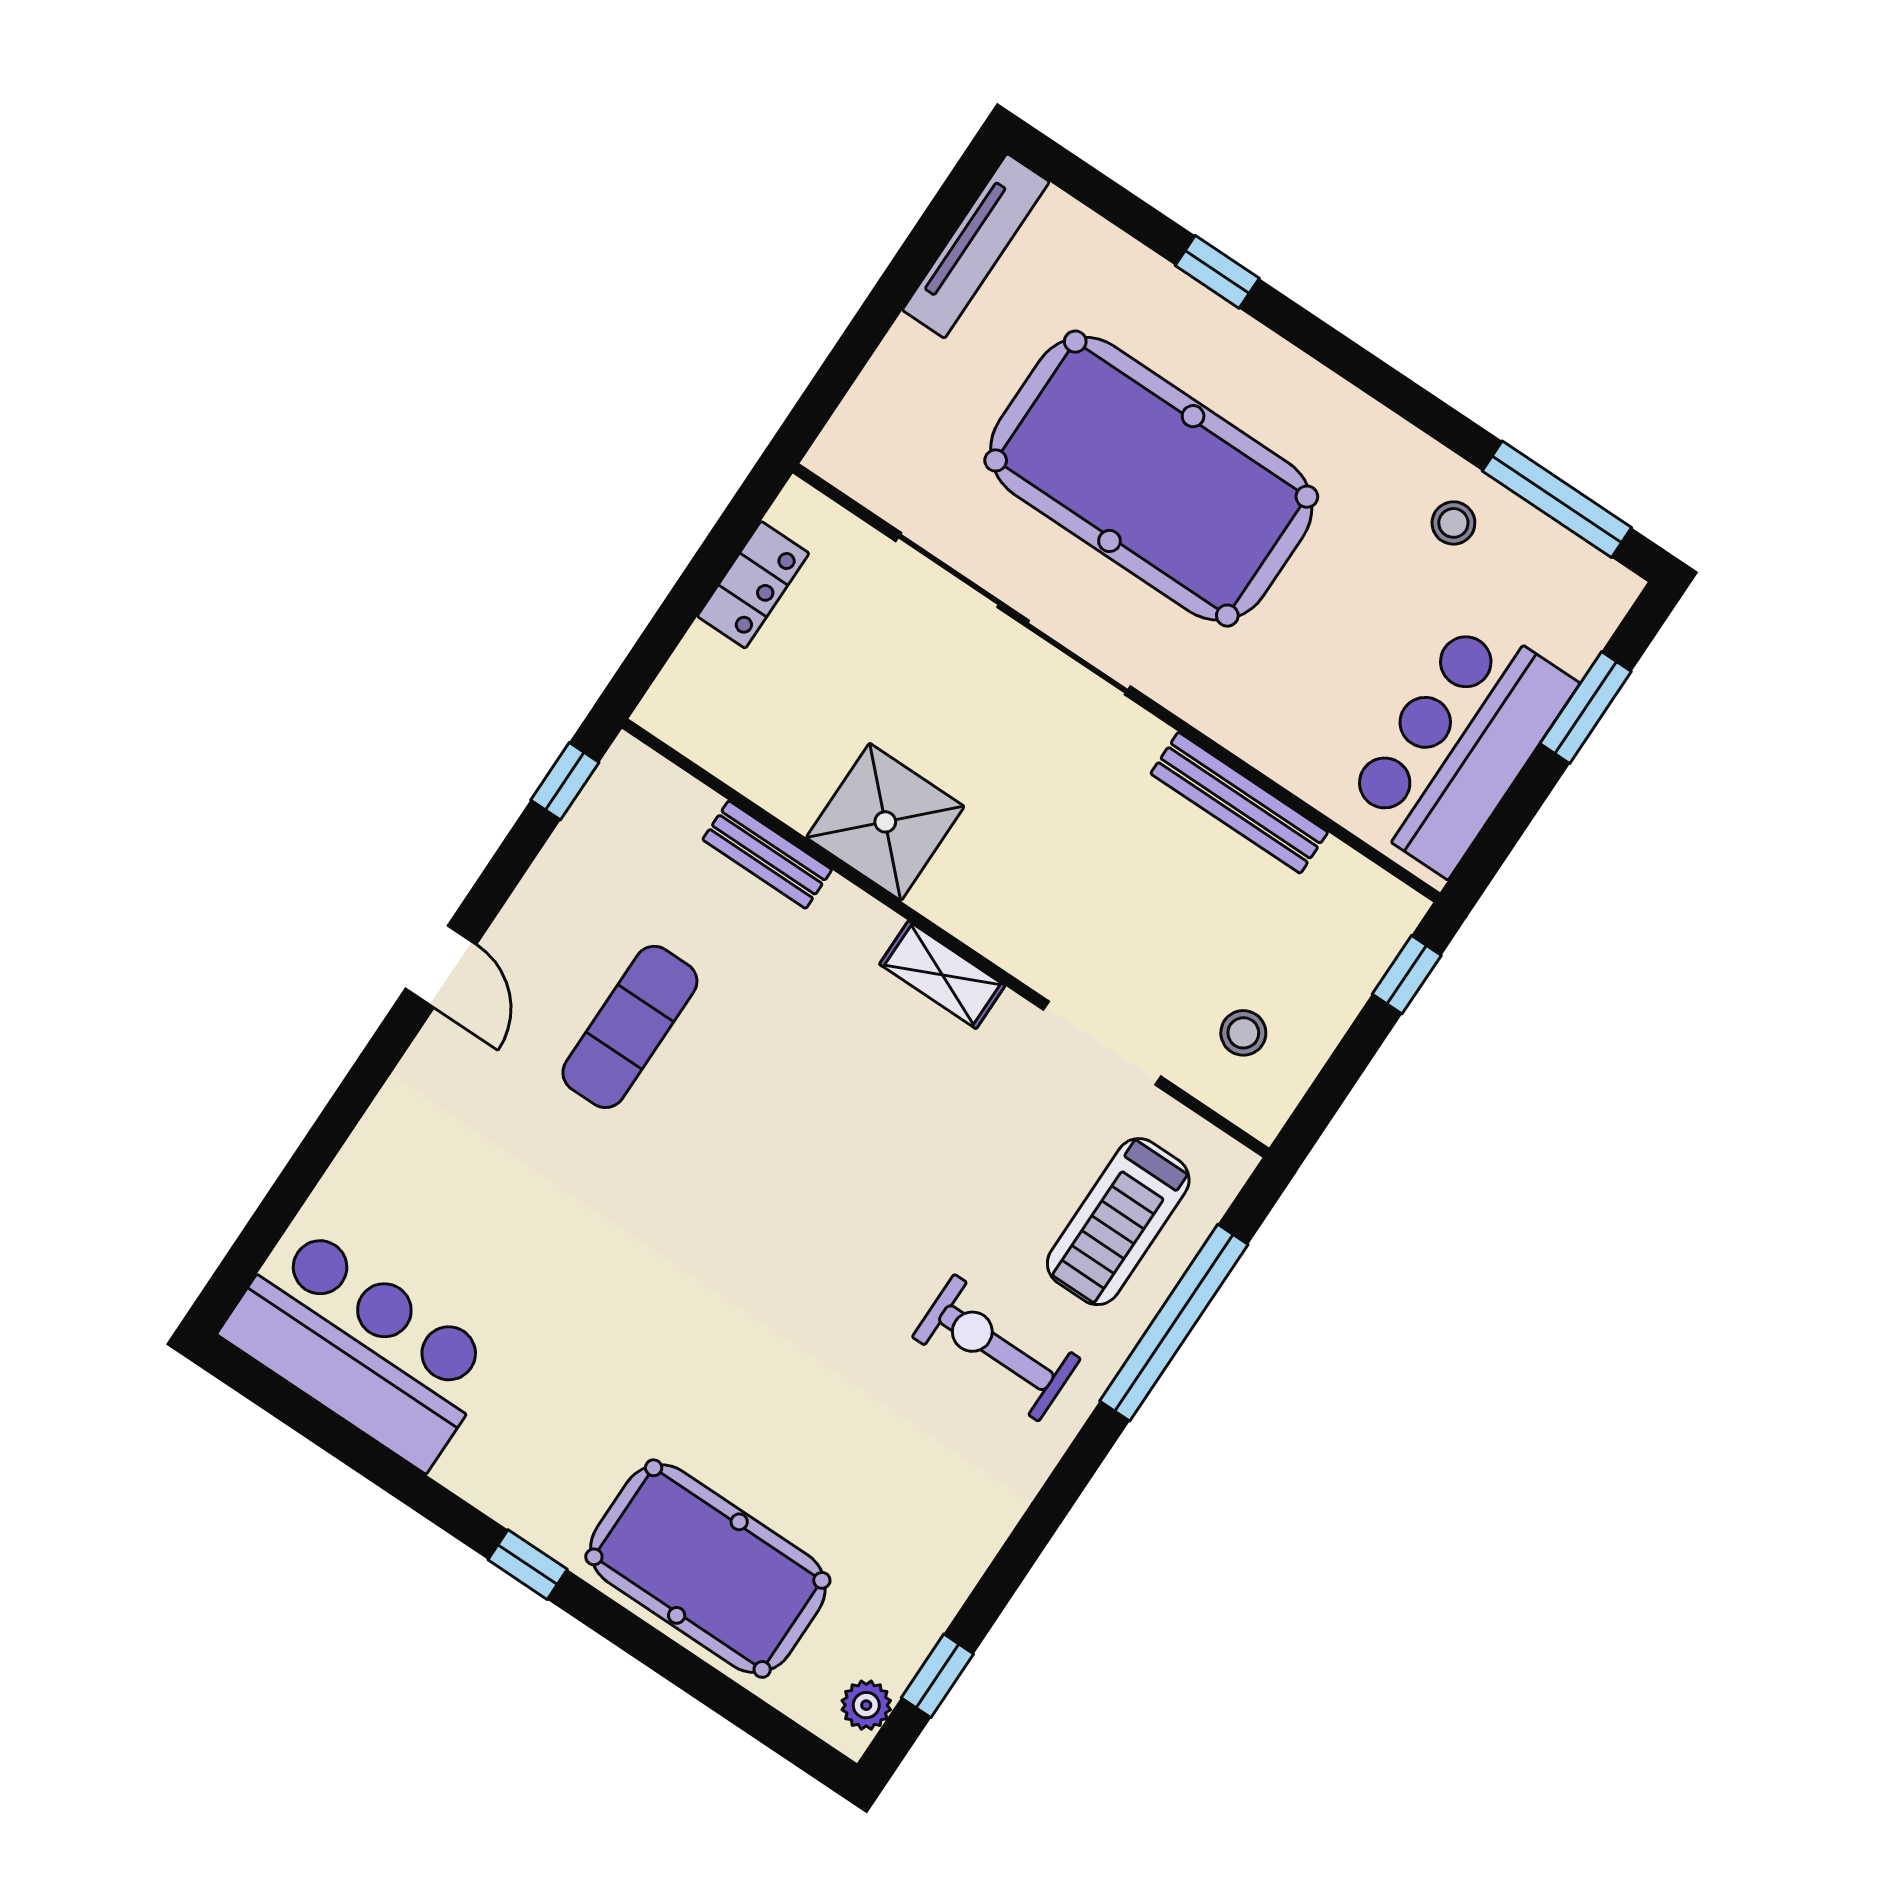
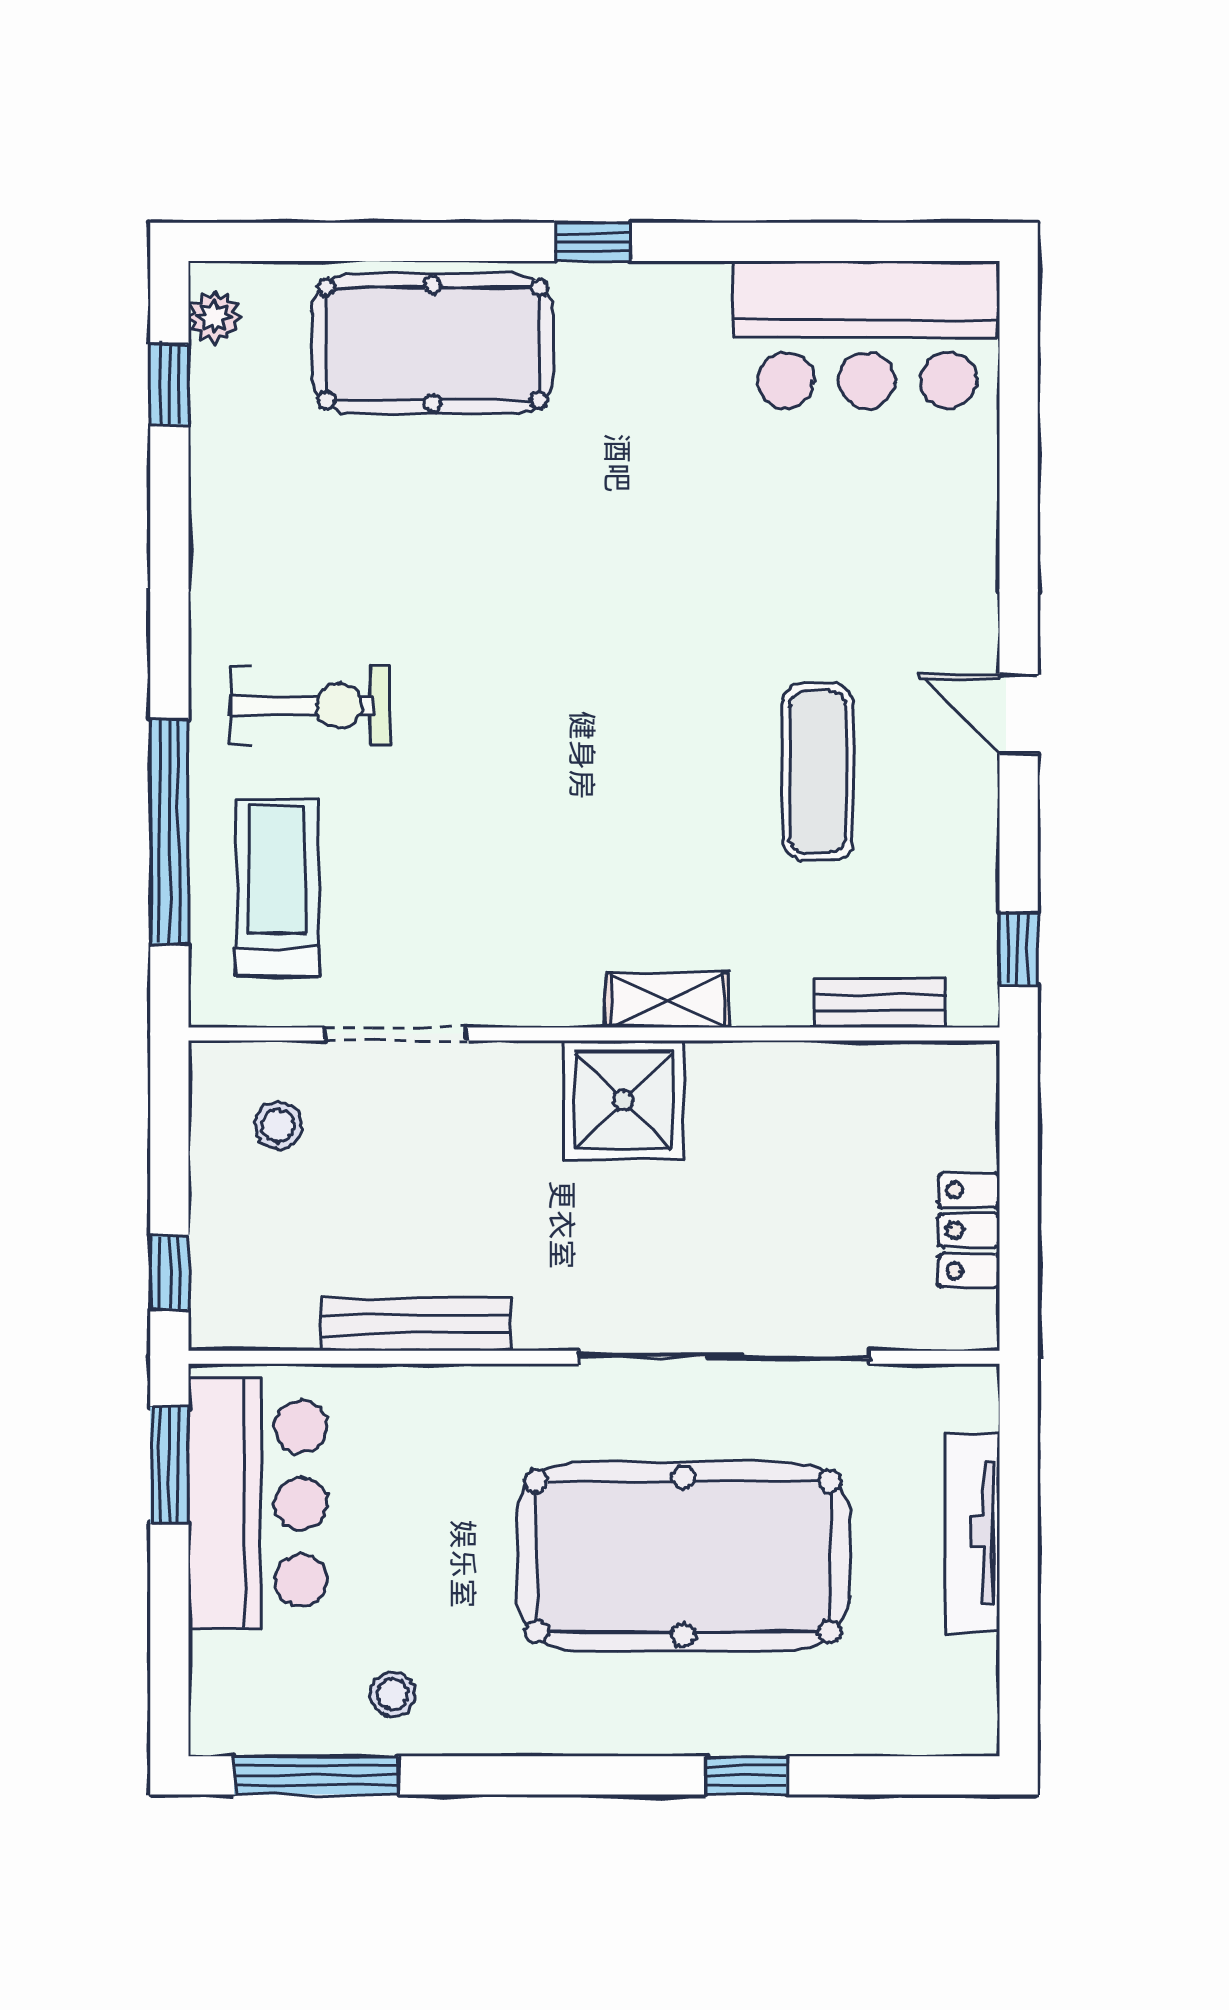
tv unit: (976, 246) -> (973, 1533), moved
window: (1586, 708) -> (169, 1465), moved
shower: (885, 822) -> (624, 1100), moved
bench: (767, 855) -> (880, 1003), moved
shelving: (942, 975) -> (667, 1000), moved

